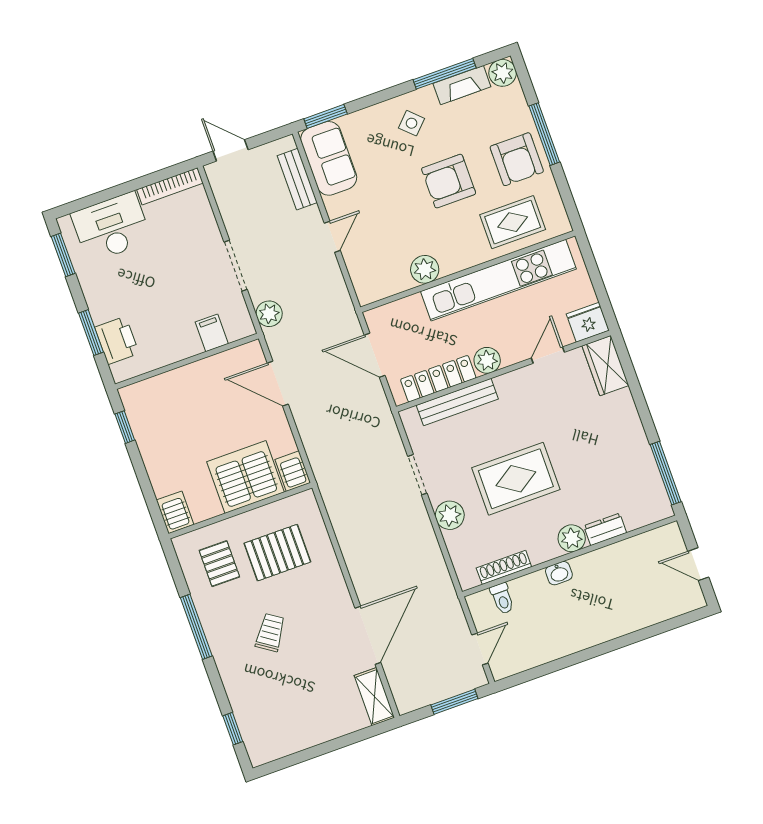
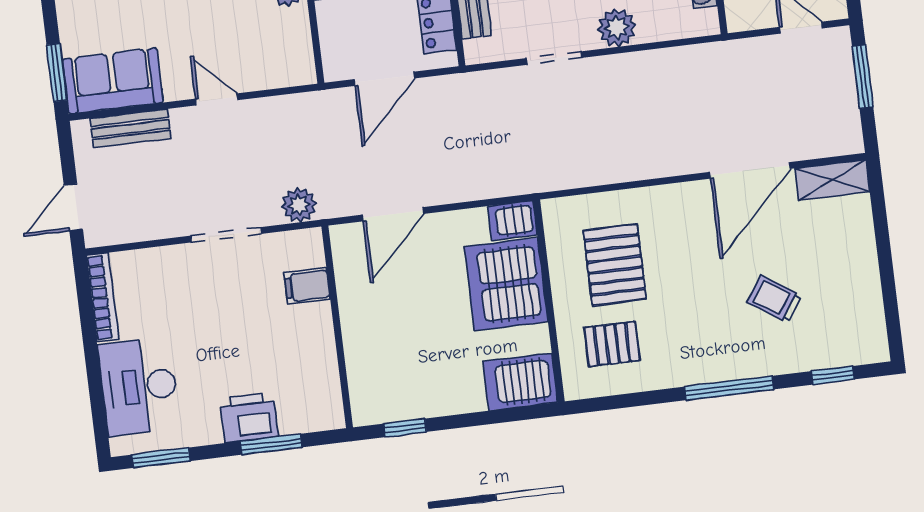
printer: (117, 340) -> (249, 418), moved
server rack: (175, 512) -> (520, 382), width x1.36, depth x1.44
window: (196, 627) -> (729, 388), moved
trolley: (270, 632) -> (774, 299), moved
door: (368, 635) -> (750, 170), swing flipped

